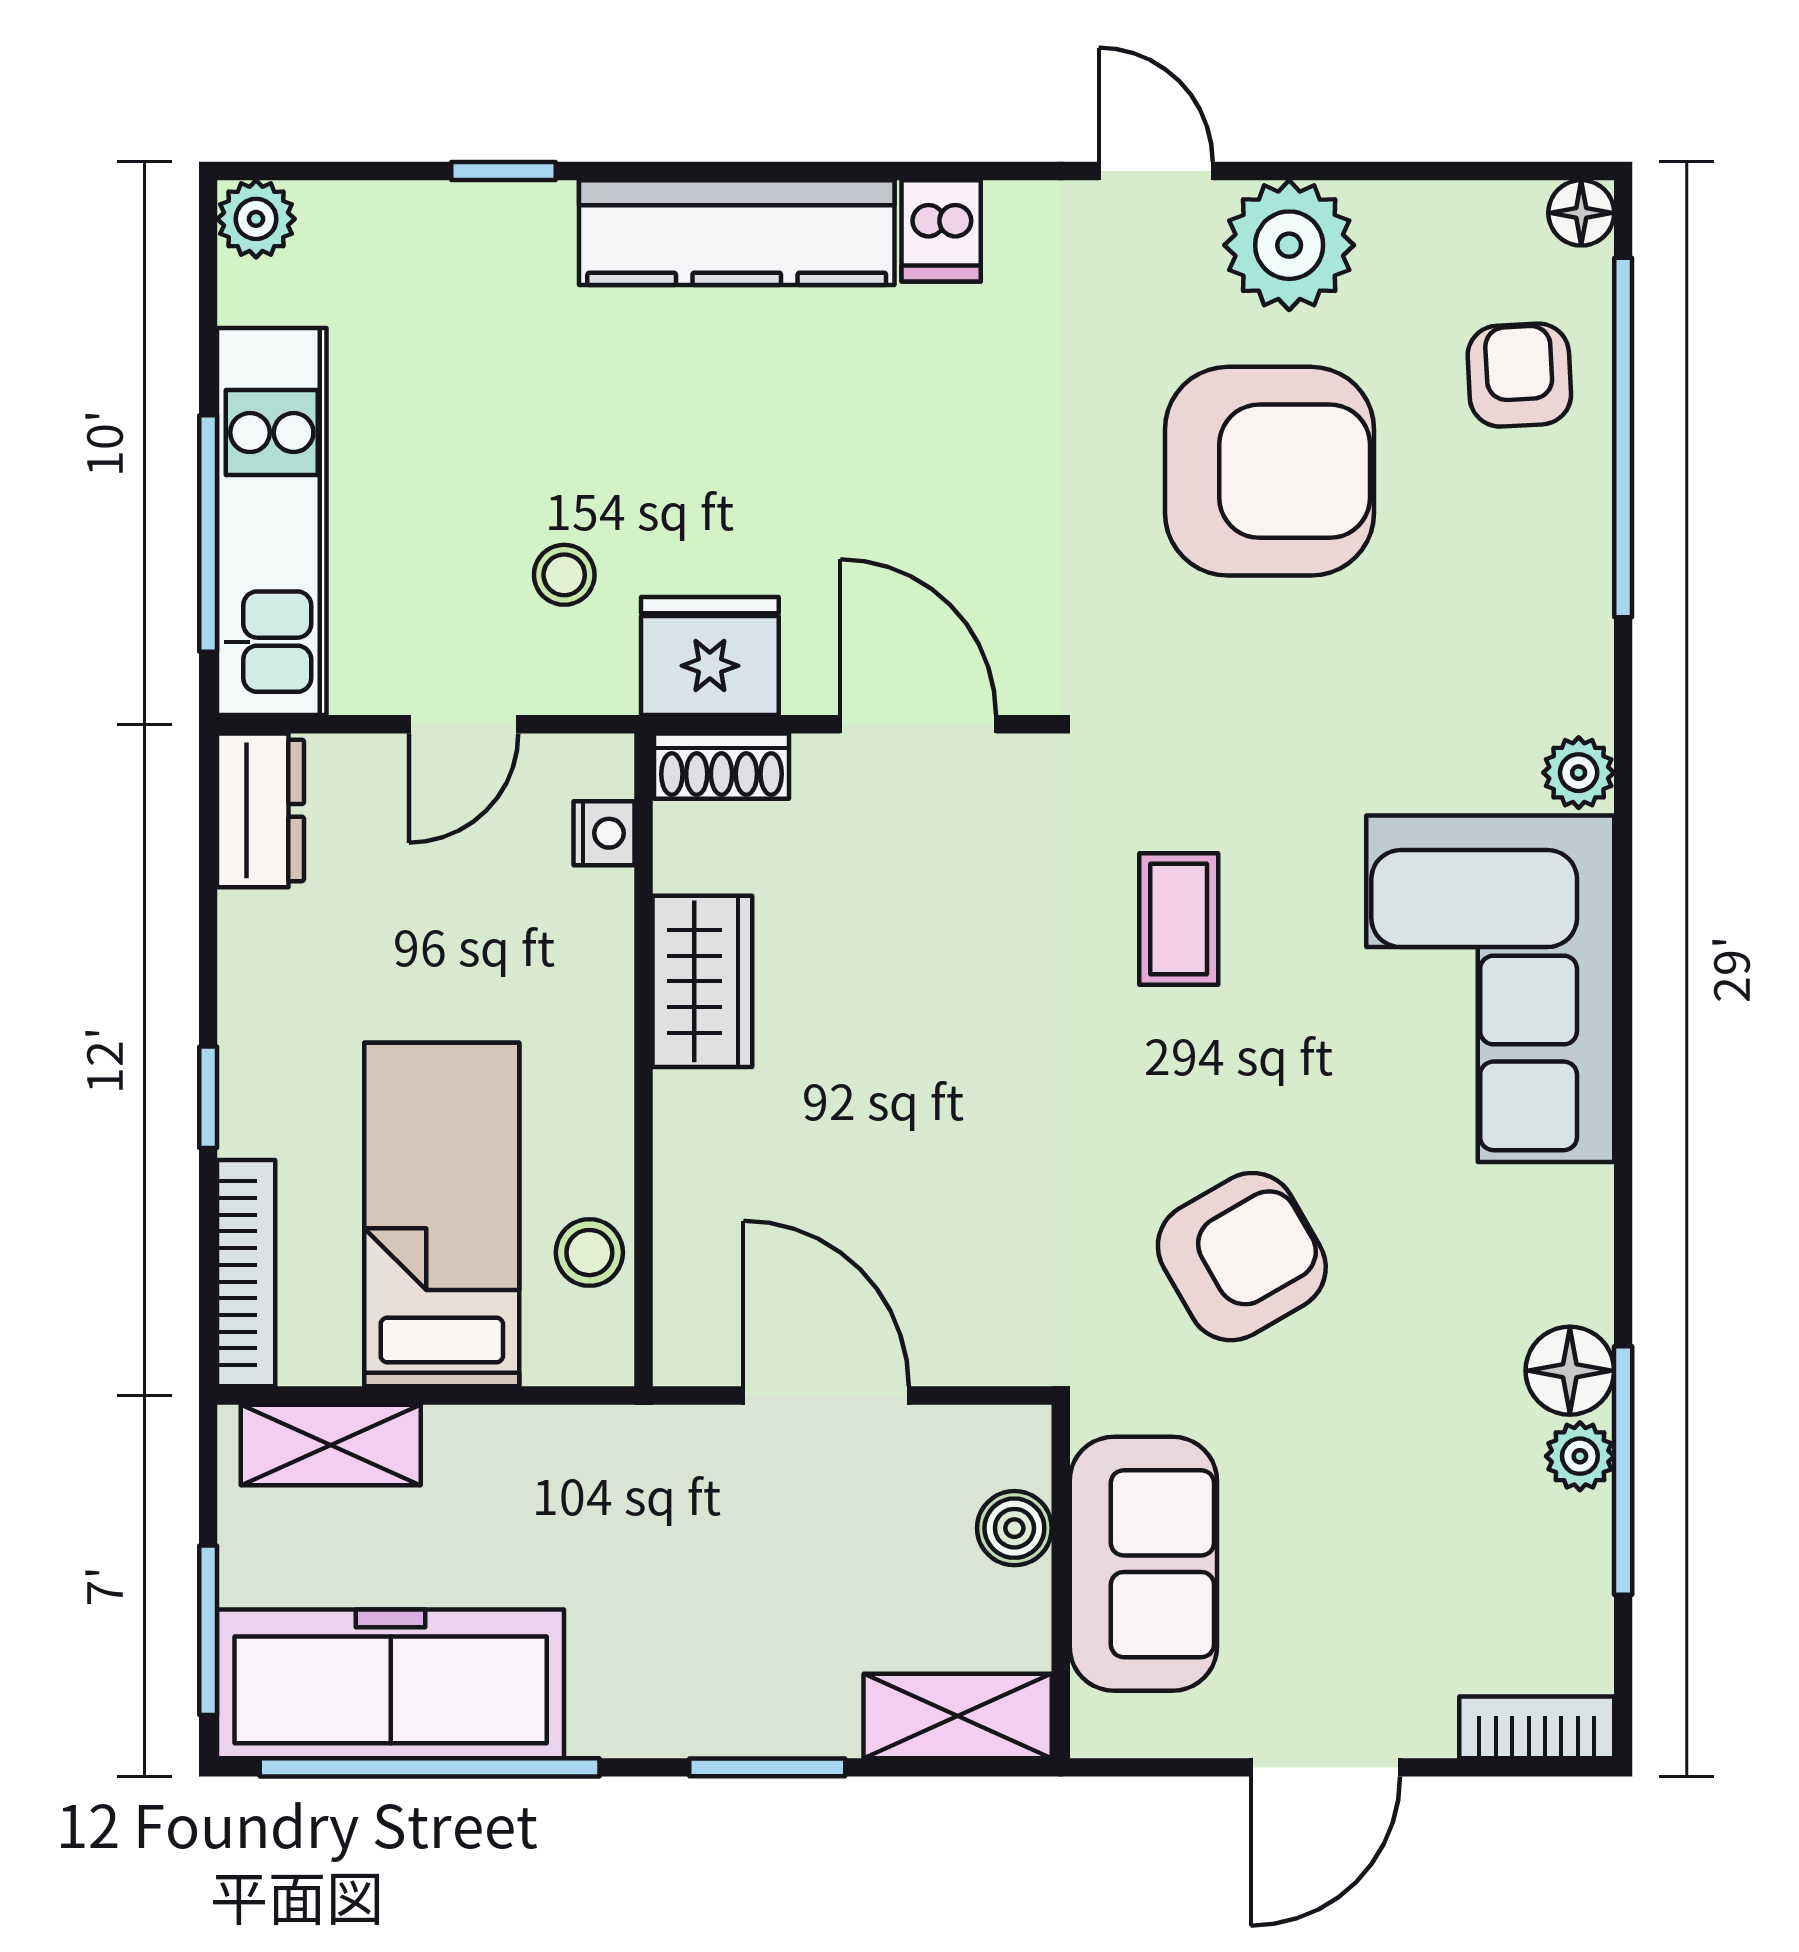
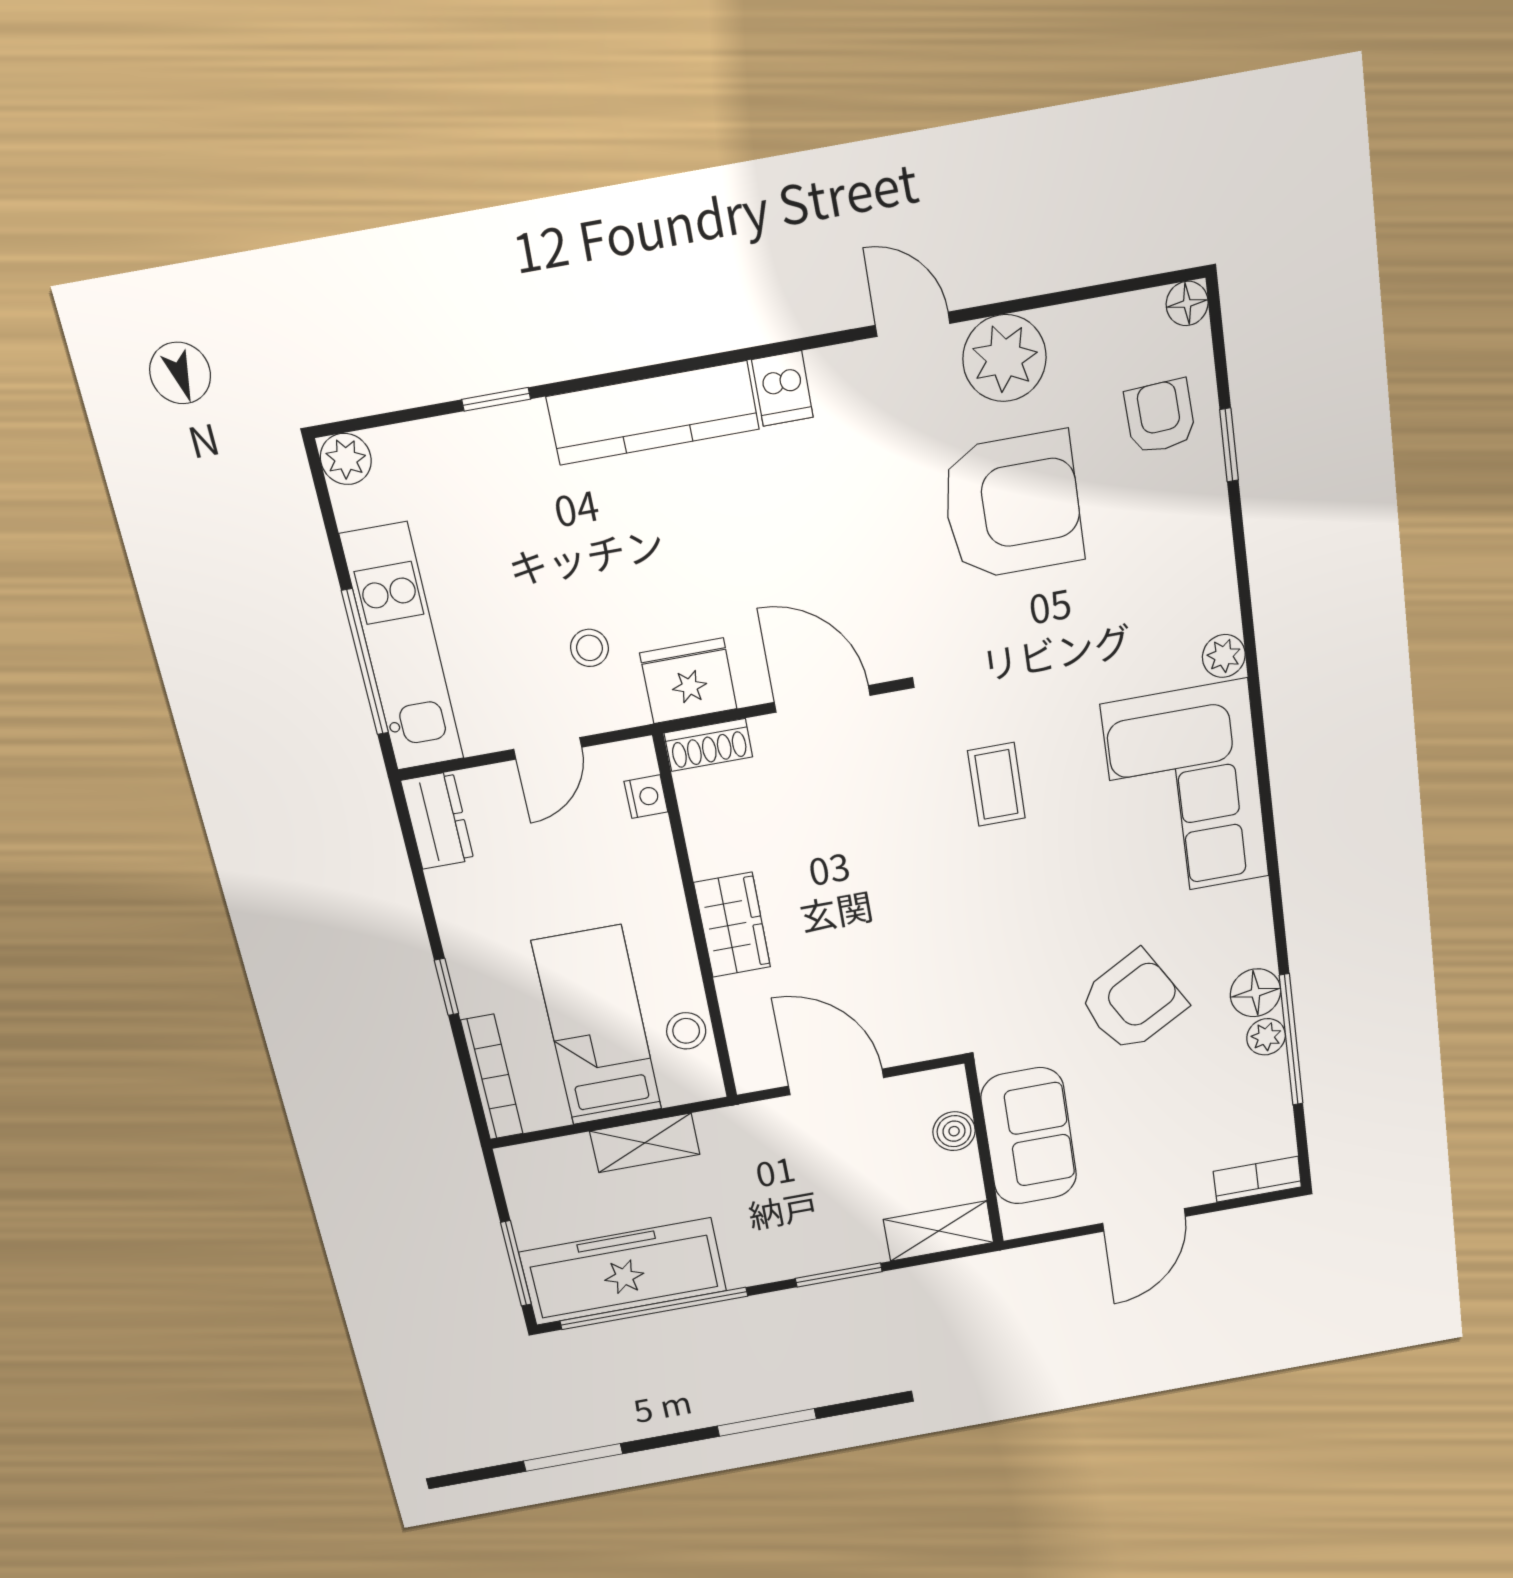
window: (1623, 438) -> (1229, 445), width x0.32
wardrobe: (702, 981) -> (732, 925), moved
armchair: (1242, 1257) -> (1133, 1002), moved
shelving: (331, 1445) -> (645, 1143), moved

